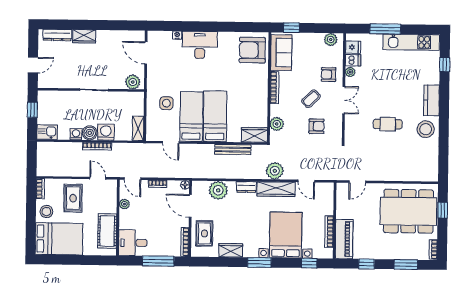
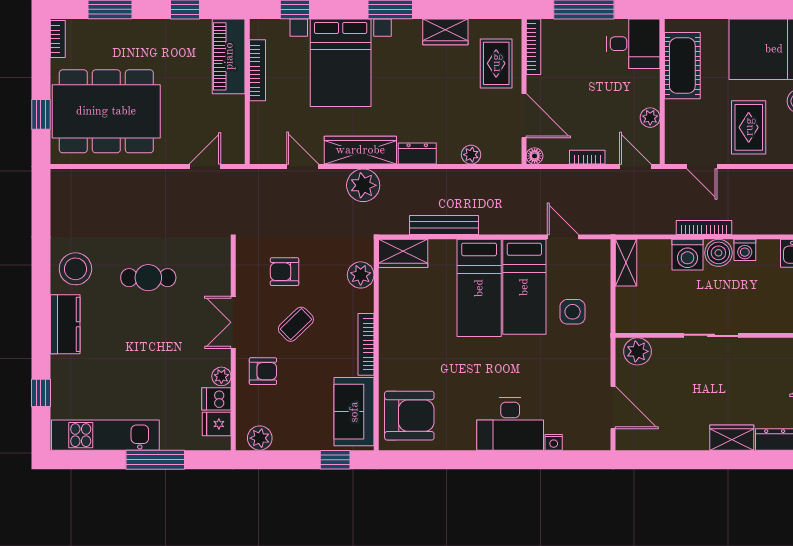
plant: (218, 190) -> (471, 155), width x0.53, depth x0.53

